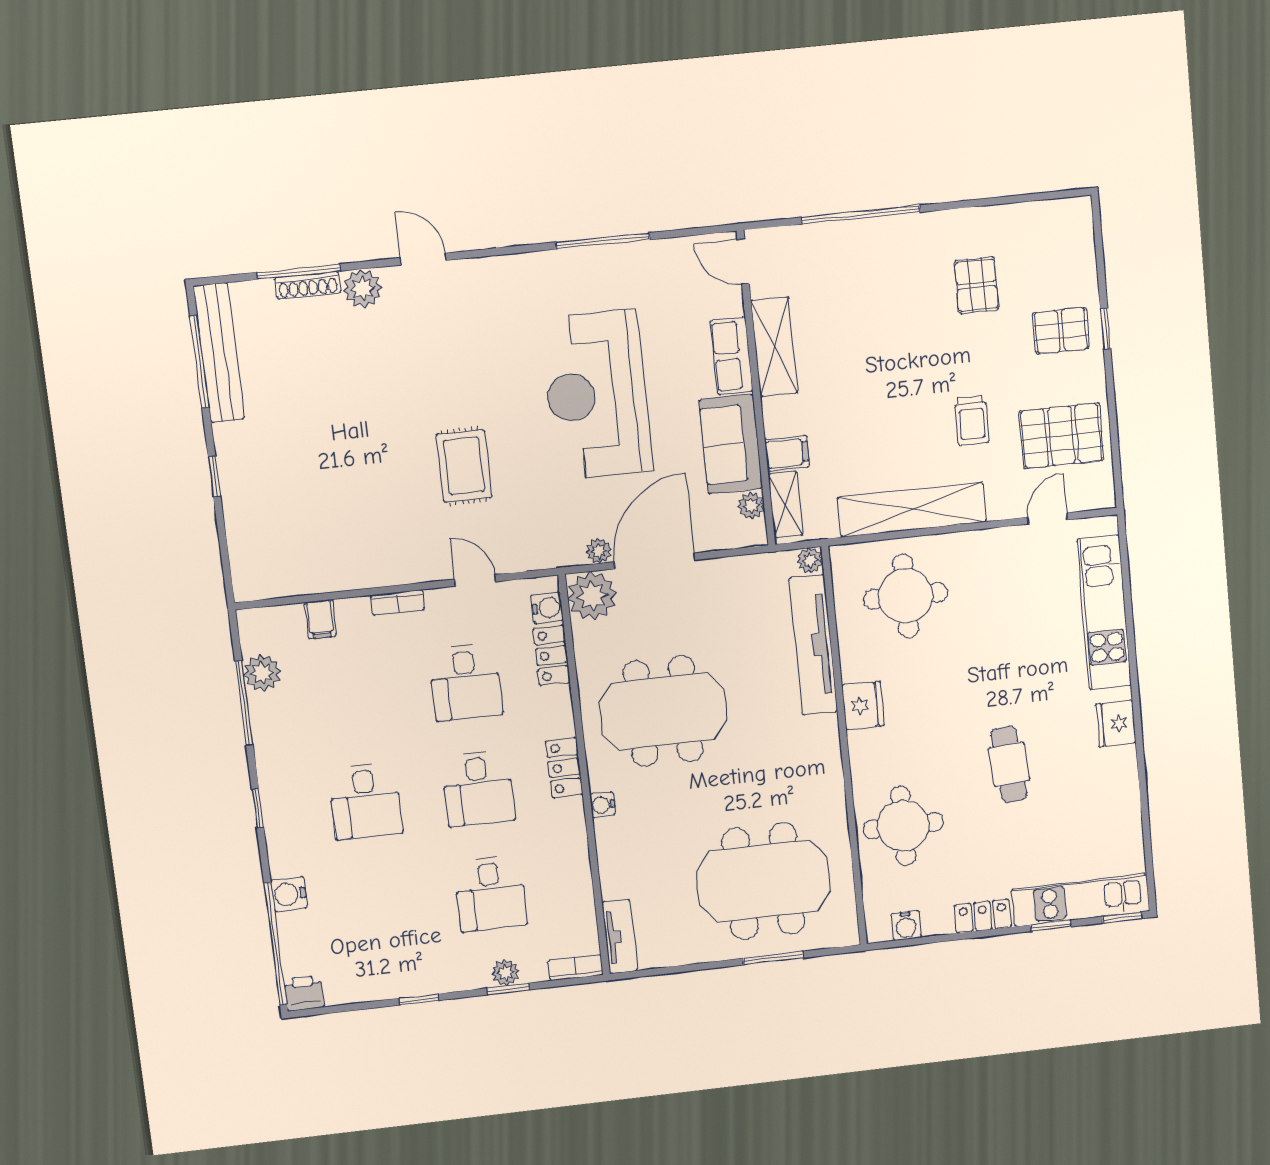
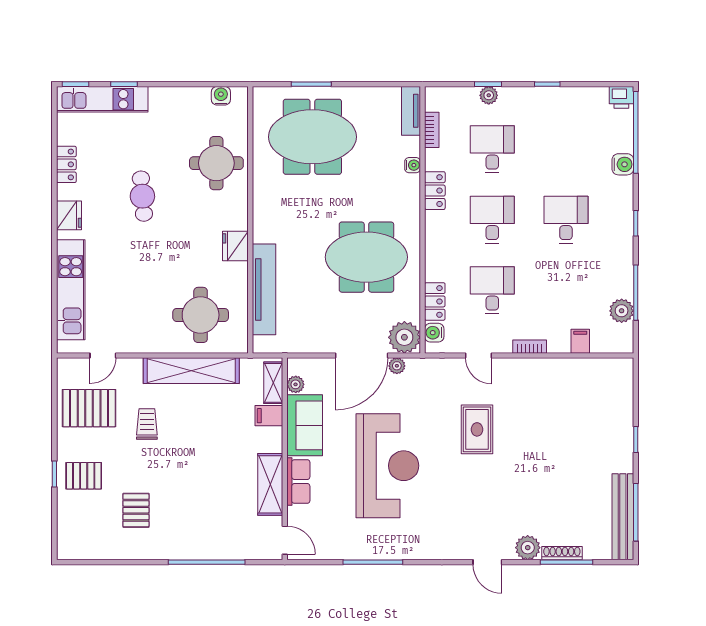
plant: (810, 560) -> (261, 345), removed
locker: (564, 768) -> (435, 191), moved
water cooler: (603, 805) -> (413, 165), moved
locker: (983, 916) -> (66, 164), moved, turned -90
bookcase: (575, 967) -> (432, 130), moved, turned -90

